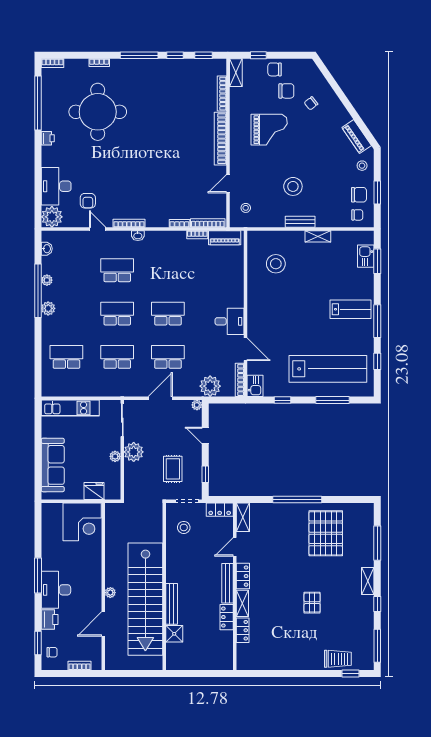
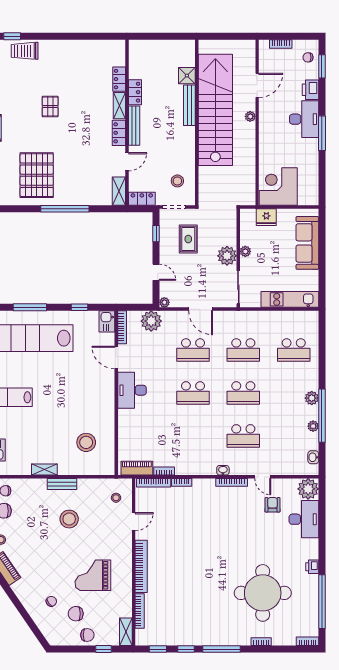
desk: (230, 321) -> (132, 390), width x1.37
door: (160, 398) -> (201, 309), hinge flipped

